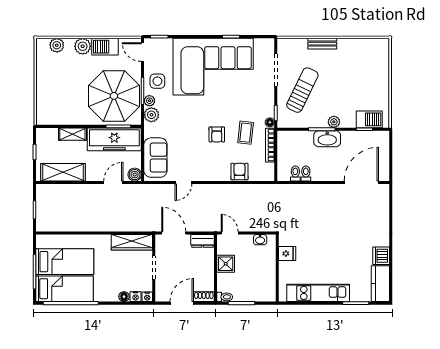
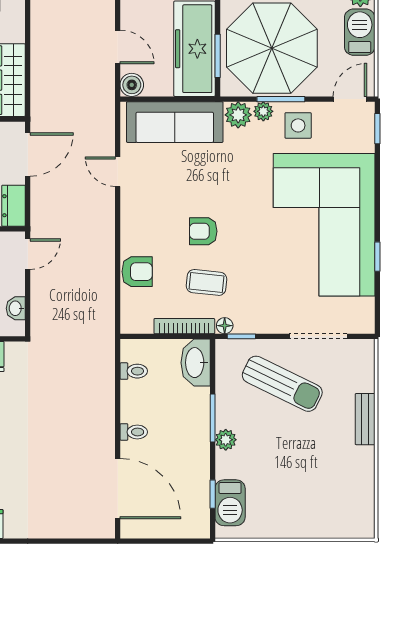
washbasin: (327, 139) -> (196, 363), moved
sofa: (155, 158) -> (175, 122), width x1.36
toilet: (306, 173) -> (134, 432), moved

